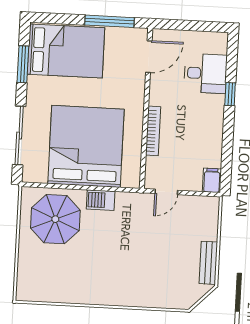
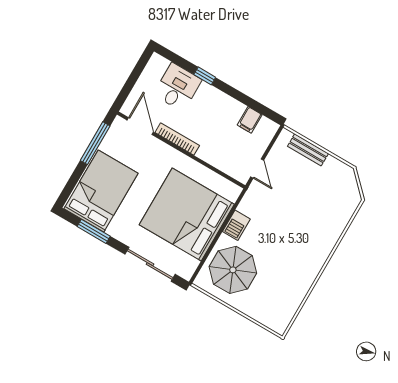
bookcase: (153, 131) -> (177, 139), moved
filing cabinet: (212, 180) -> (250, 120), moved, turned -90
bench: (208, 263) -> (308, 150), moved

